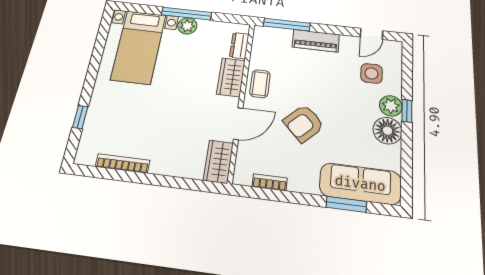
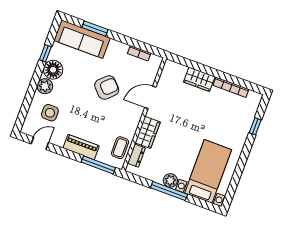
coffee table: (260, 84) -> (120, 148), moved
window: (407, 111) -> (45, 53), moved
wardrobe: (218, 162) -> (199, 79), moved, turned 90

